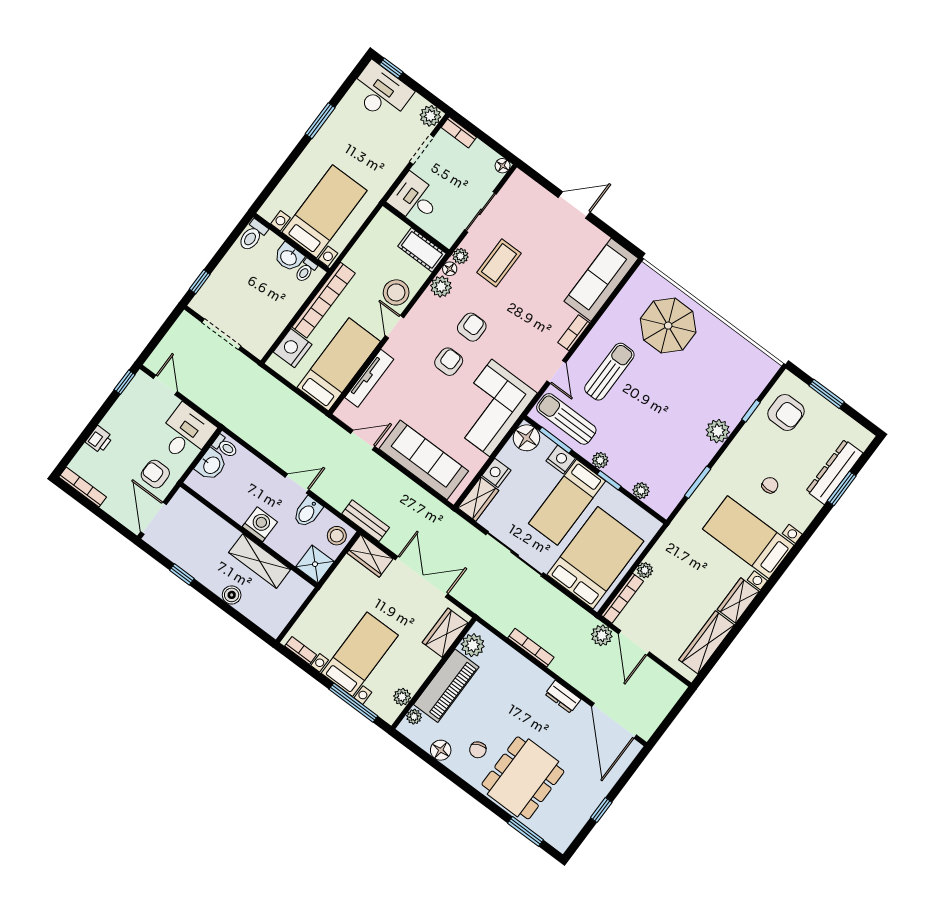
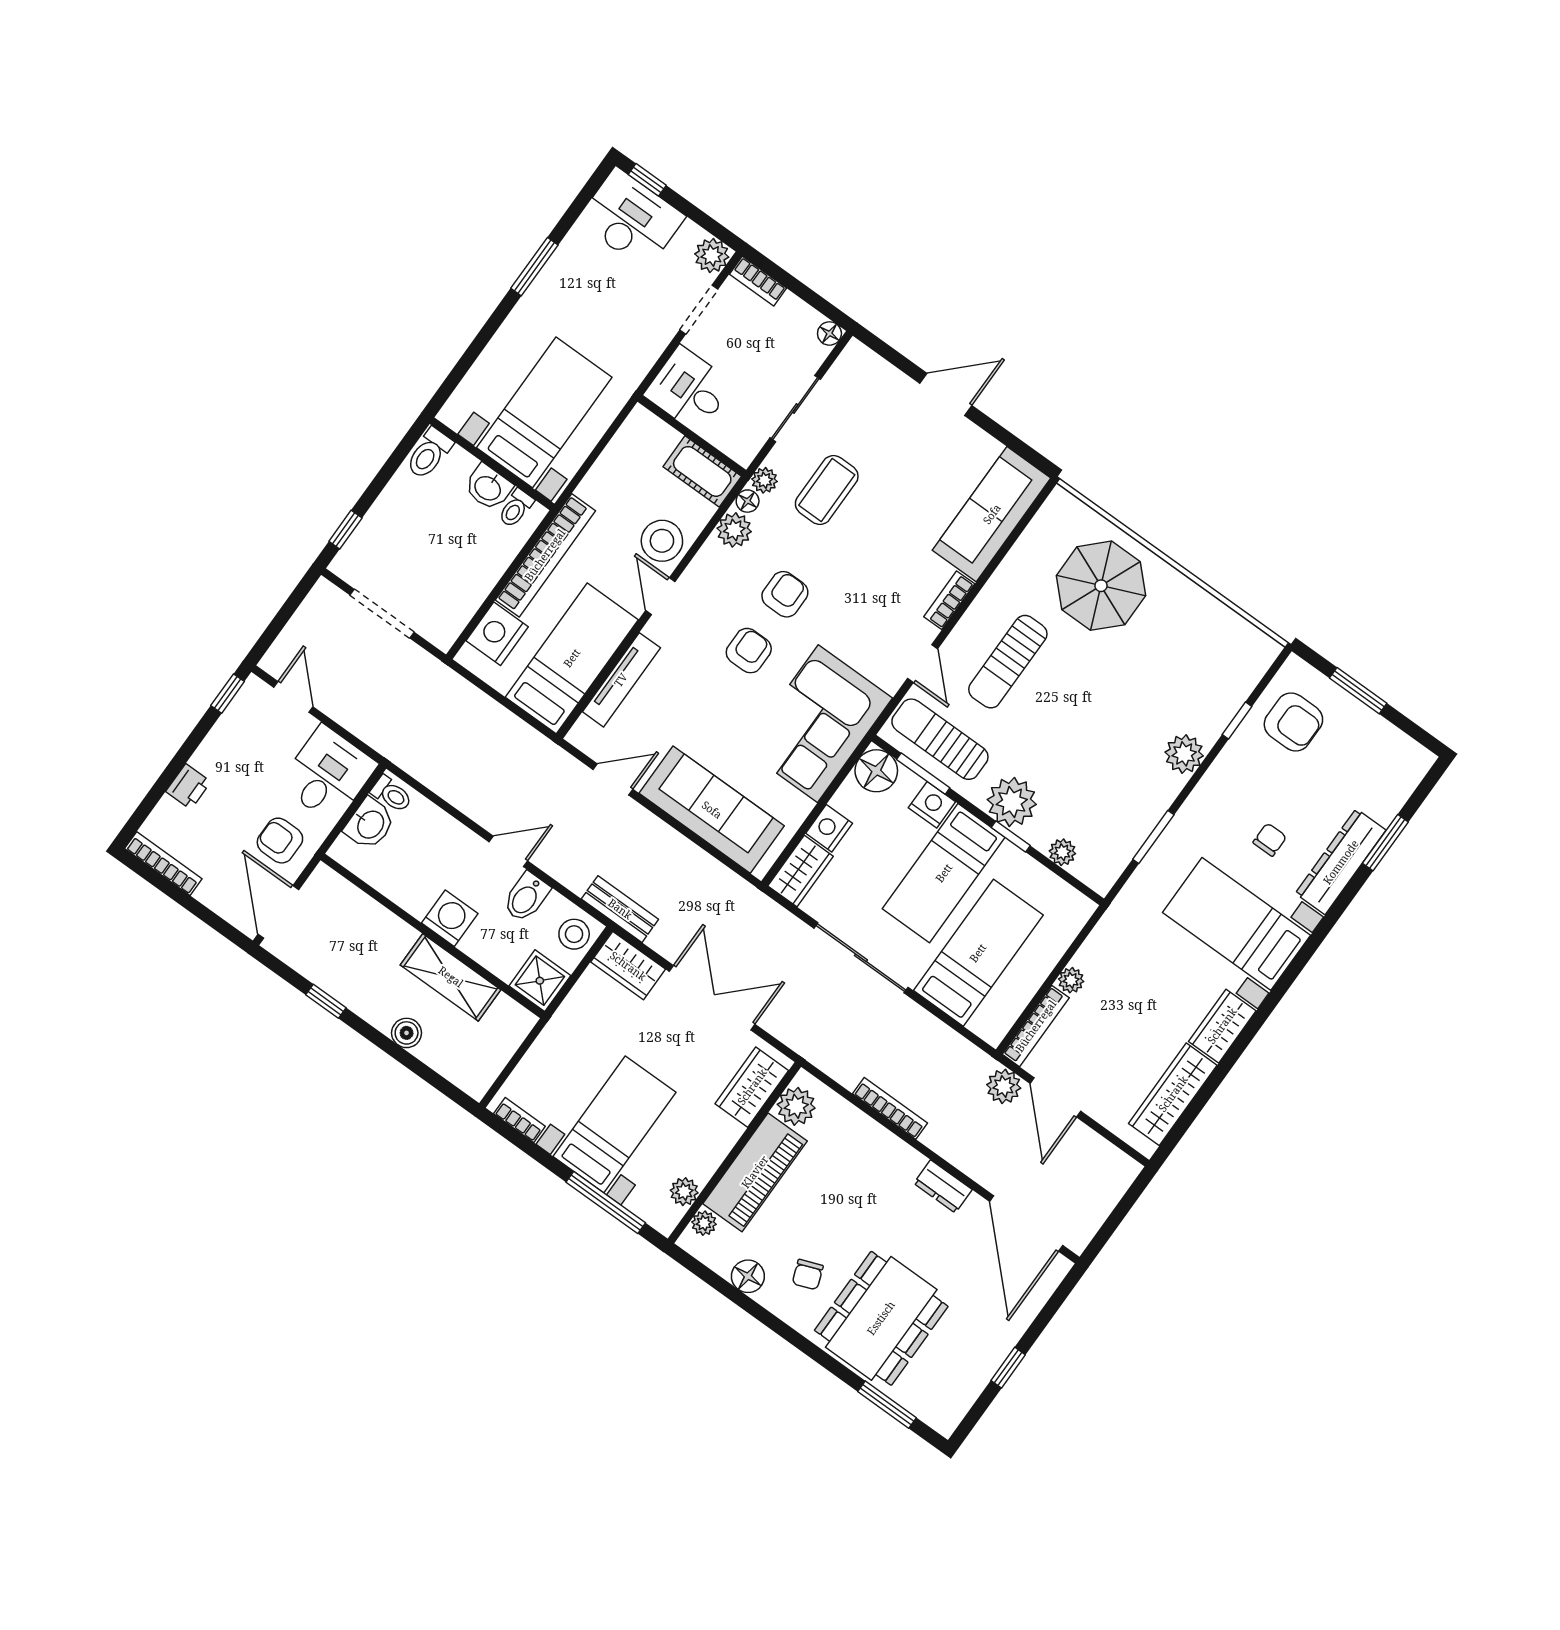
sun lounger: (609, 372) -> (1008, 662), turned 180
plant: (600, 460) -> (1012, 802), width x1.88, depth x1.88
dresser: (834, 472) -> (1341, 862), moved
bed: (595, 558) -> (978, 953), width x0.67

